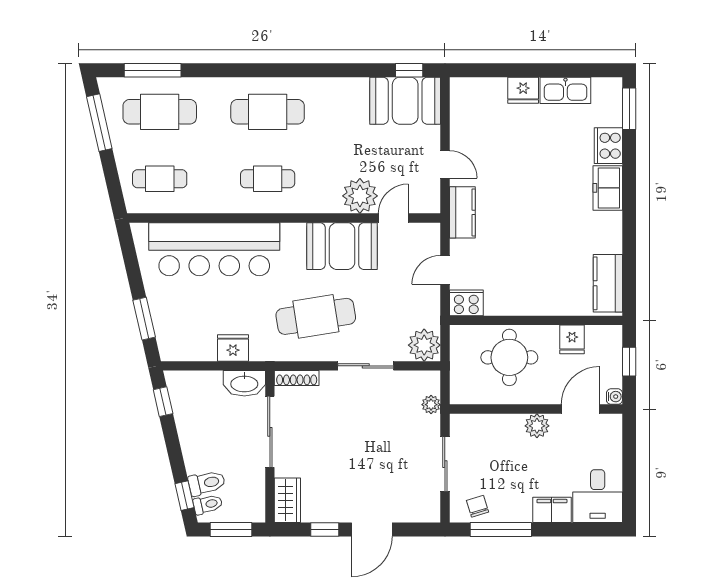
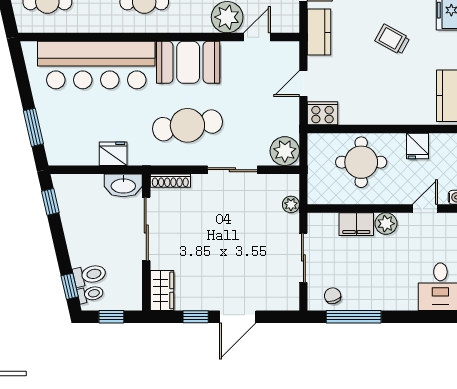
trolley: (544, 221) -> (392, 39), added
booth: (342, 246) -> (188, 62), moved
door: (580, 409) -> (425, 209), width x0.73
filing cabinet: (552, 510) -> (356, 224), moved, turned 180
window: (231, 530) -> (111, 317), width x0.67

